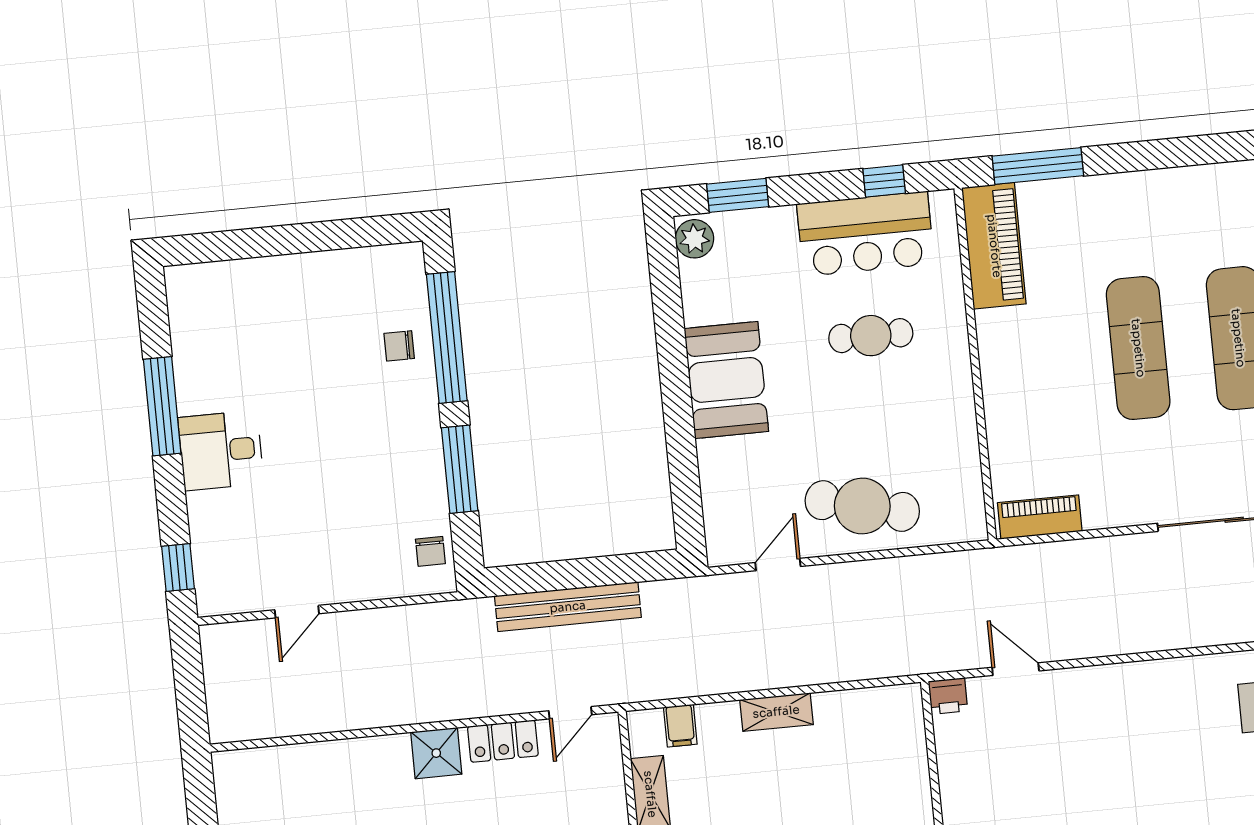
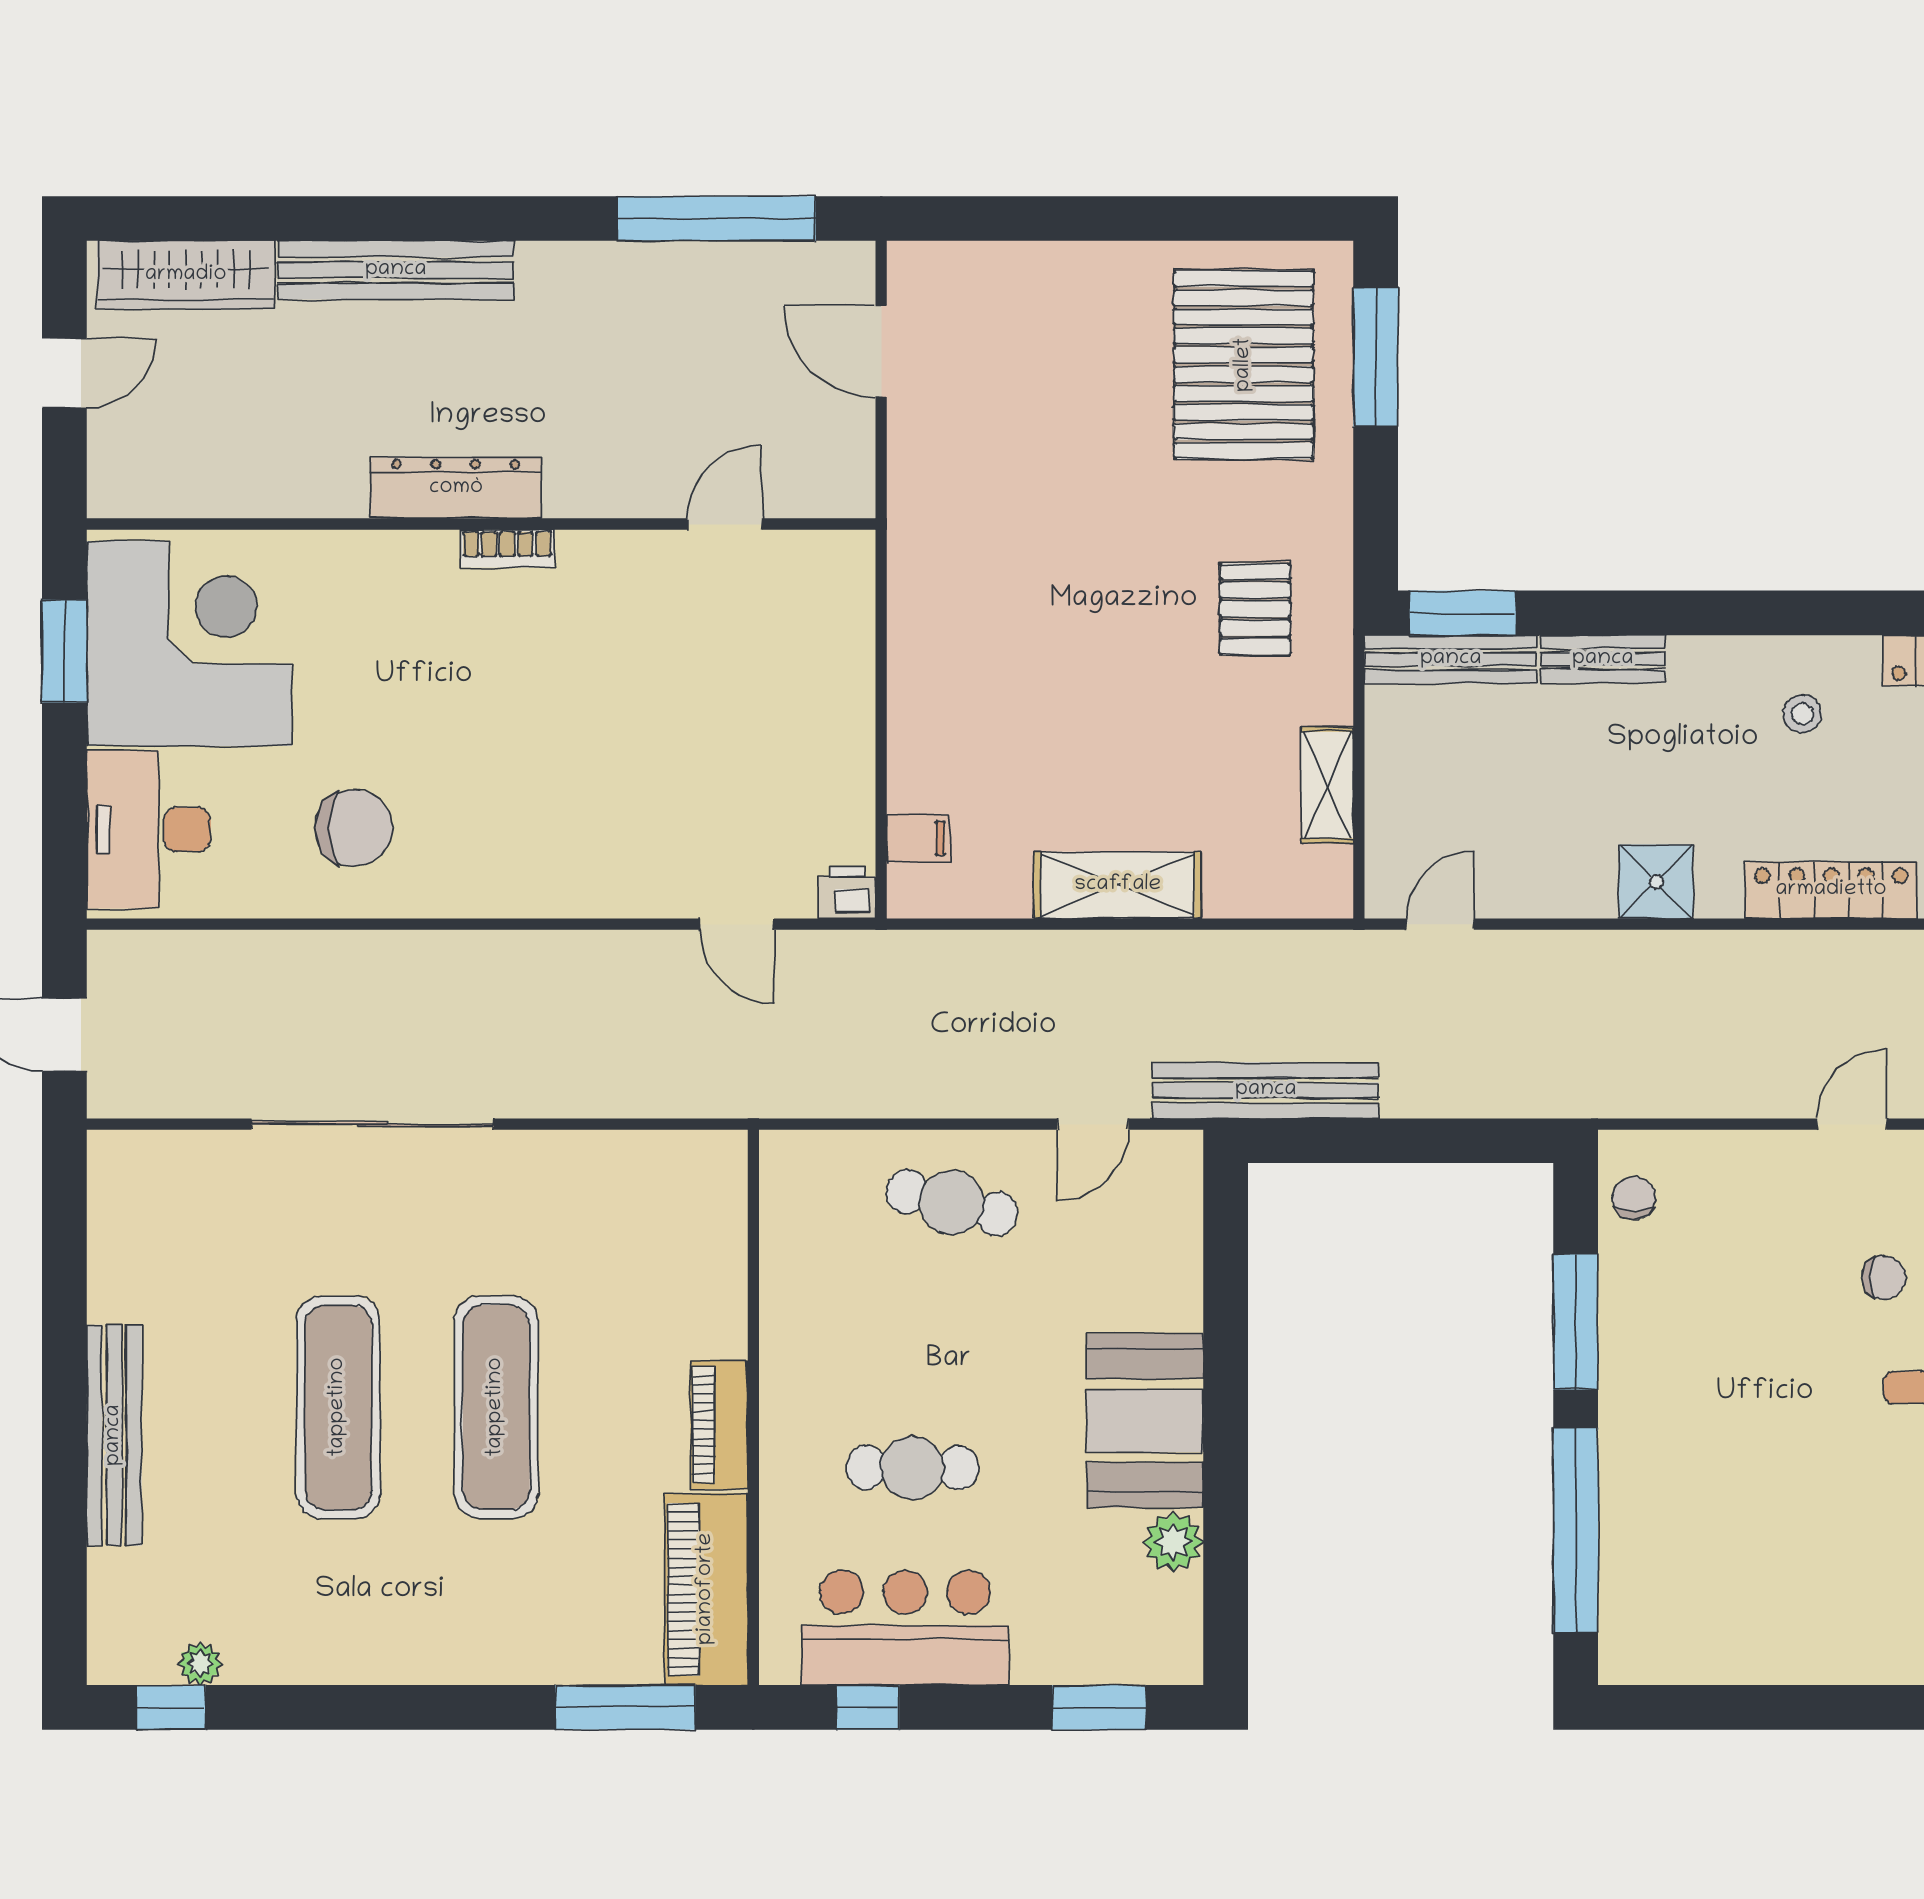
plant: (694, 239) -> (1173, 1542), moved
chair: (399, 346) -> (1884, 1277), moved
cafe table: (862, 506) -> (952, 1203), width x0.73, depth x0.74
piano: (1040, 517) -> (719, 1425), moved, turned 90
bench: (568, 607) -> (1266, 1090), moved
shelving: (776, 712) -> (1118, 885), width x1.50, depth x1.33
filing cabinet: (680, 726) -> (918, 839), moved, turned 90
locker: (503, 741) -> (1831, 890), moved, width x1.53

